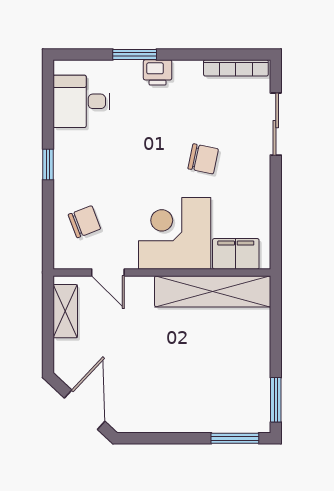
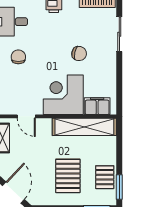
chair: (84, 222) -> (18, 57), moved, turned -69
pallet: (183, 380) -> (68, 176), added
pallet: (250, 382) -> (105, 177), added

